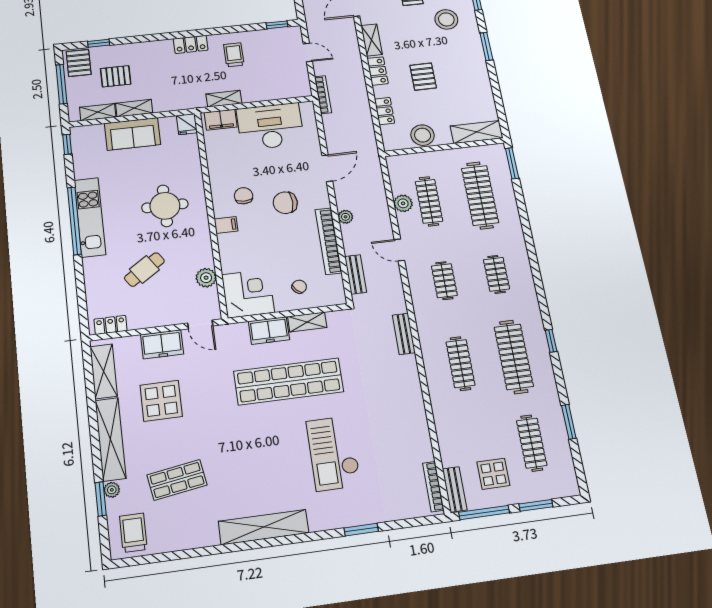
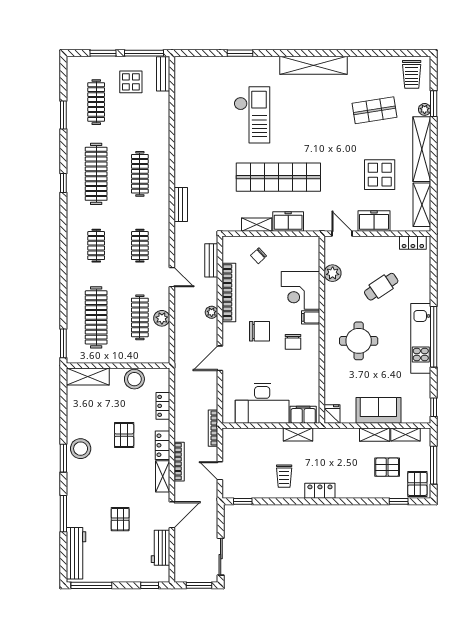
stool: (446, 19) -> (81, 449), moved
corner desk: (248, 294) -> (301, 290), moved
bookcase: (433, 487) -> (179, 462), moved

